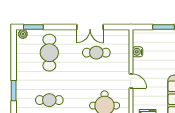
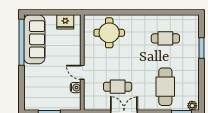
door: (131, 81) -> (82, 72), moved

